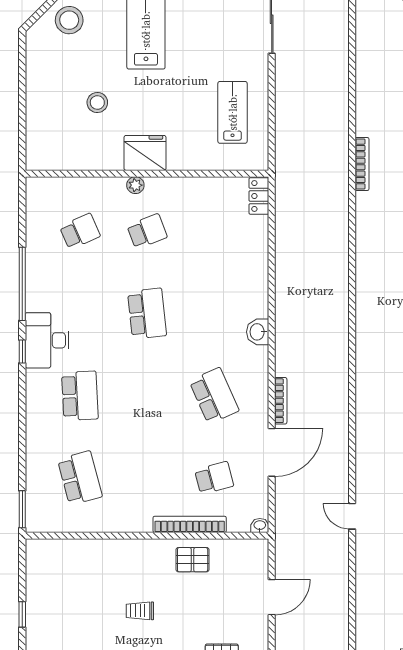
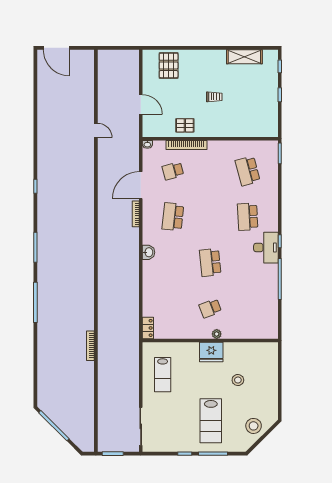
school desk: (80, 231) -> (248, 308), removed
school desk: (214, 396) -> (173, 217), turned 30
door: (352, 516) -> (96, 130), moved
door: (272, 597) -> (141, 105), swing flipped

